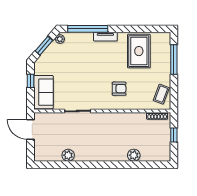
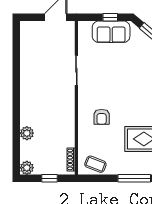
sofa: (43, 92) -> (111, 32), moved
plant: (68, 155) -> (27, 168), moved

